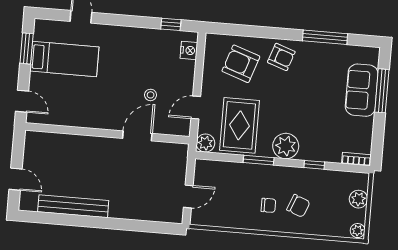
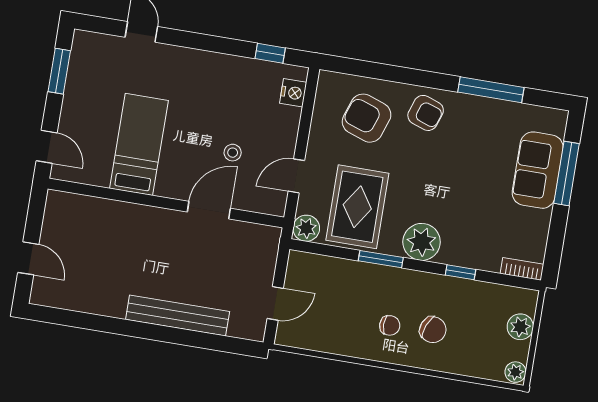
bed: (64, 59) -> (139, 144), moved, turned -90
bench: (73, 206) -> (178, 316), moved

